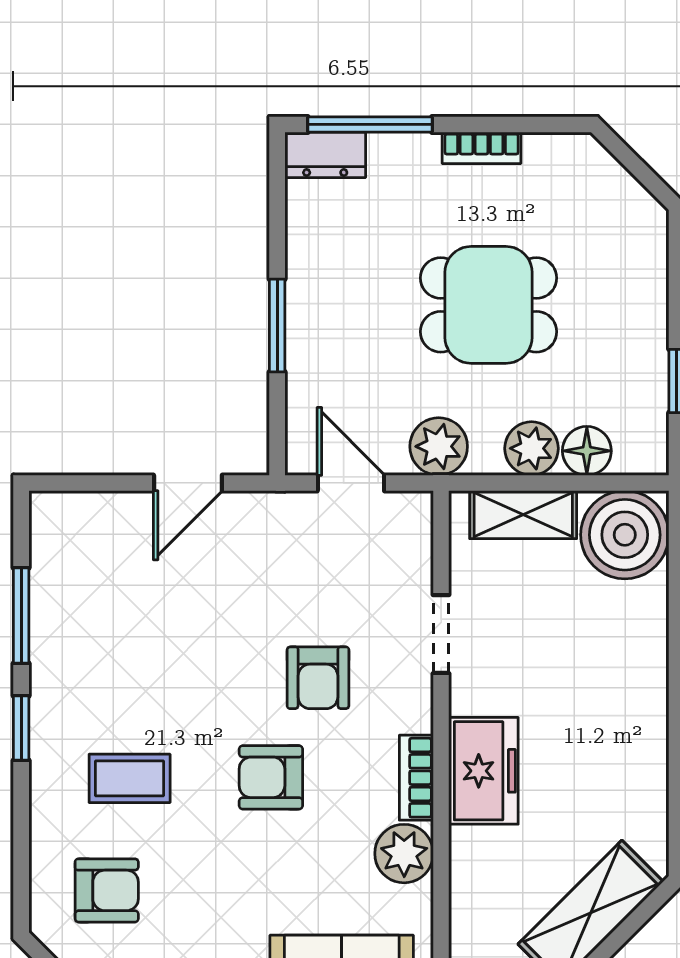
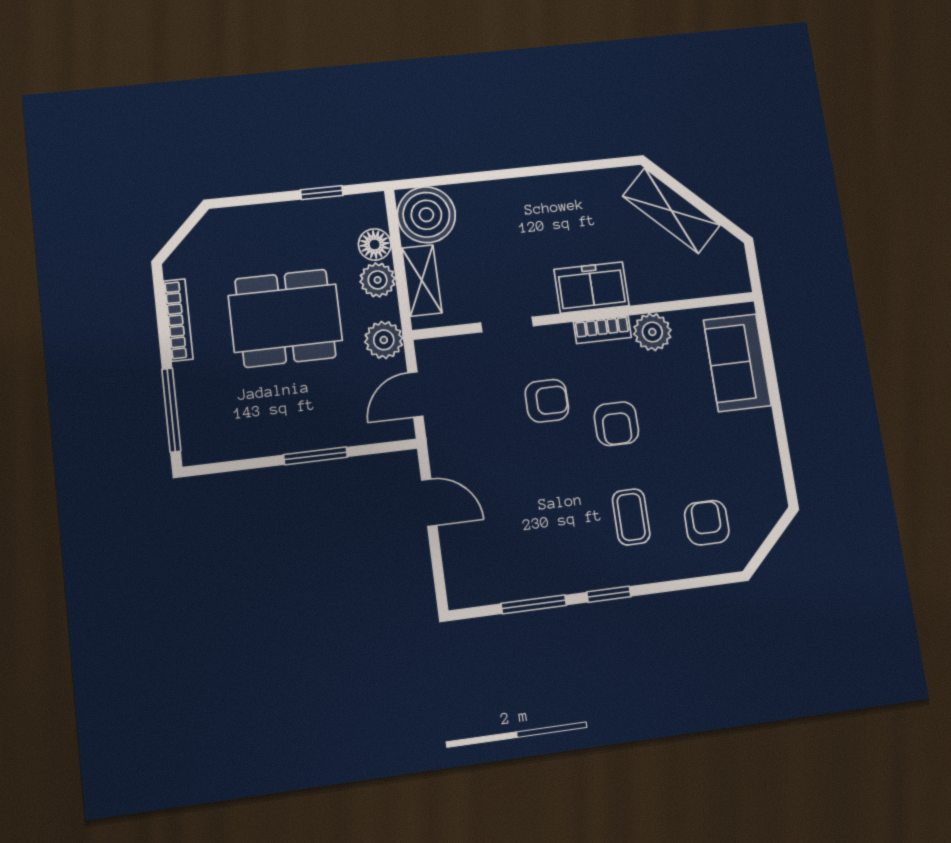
bookcase: (482, 148) -> (178, 320), width x1.56
dresser: (325, 155) -> (195, 438), removed
dining table: (489, 305) -> (285, 318), width x1.38

